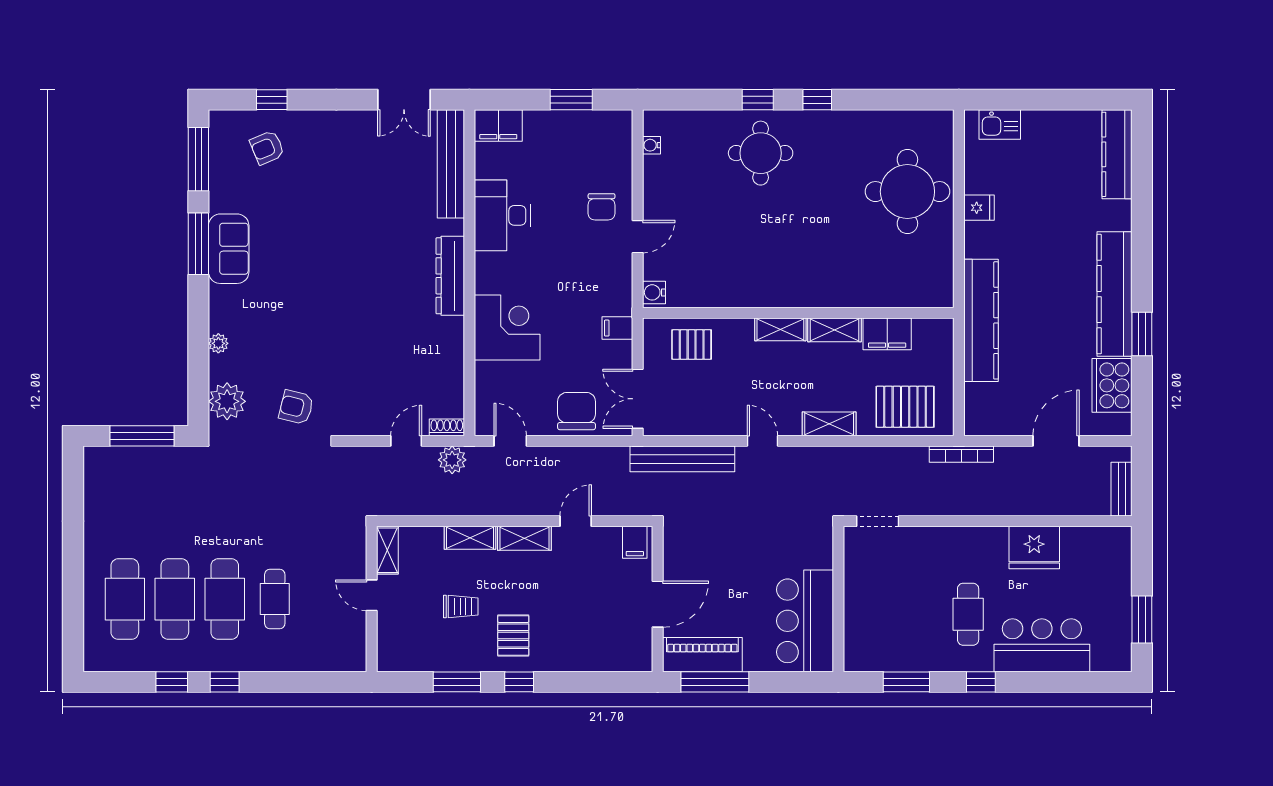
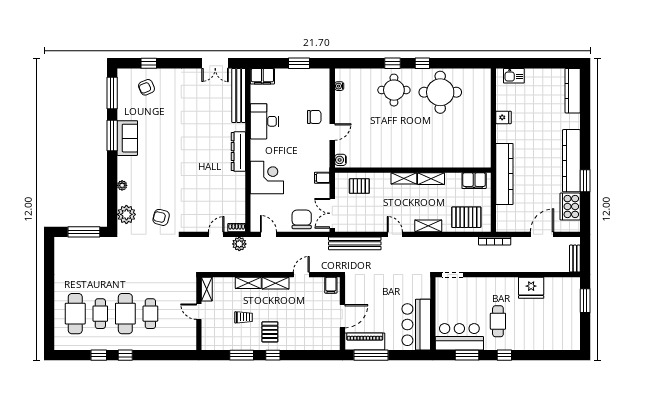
round table: (907, 192) -> (440, 92), moved
chair: (602, 207) -> (314, 117), turned -90
filing cabinet: (887, 334) -> (474, 181), moved
cafe table: (175, 599) -> (100, 314), width x0.73, depth x0.74
window: (1142, 619) -> (585, 301), moved
bar counter: (1042, 645) -> (459, 337), moved

